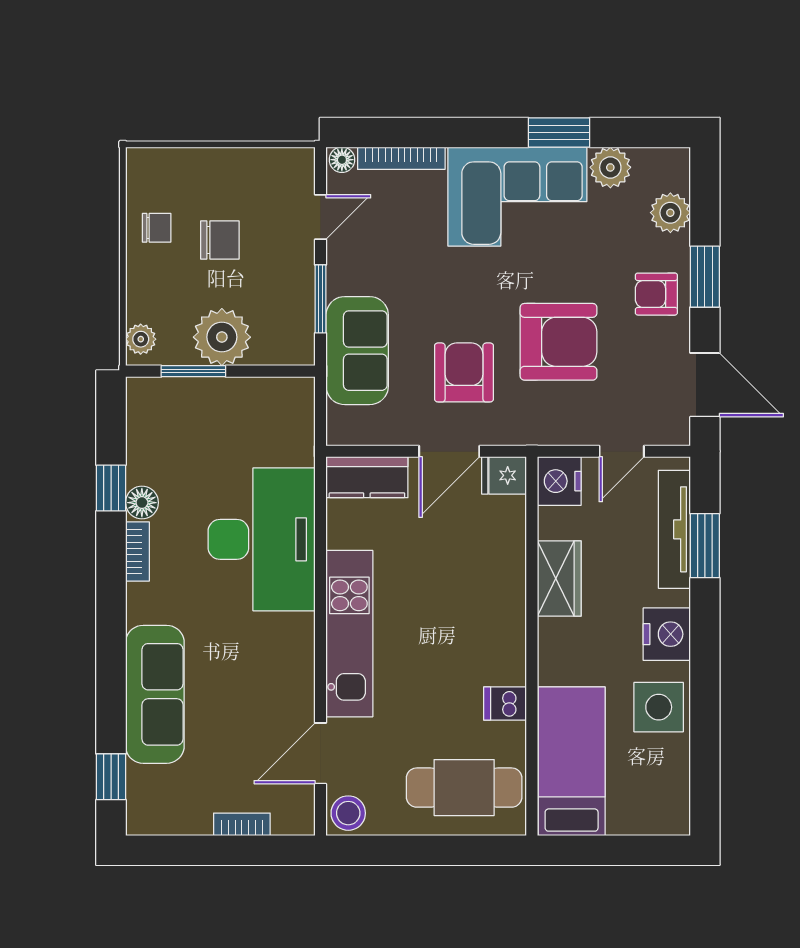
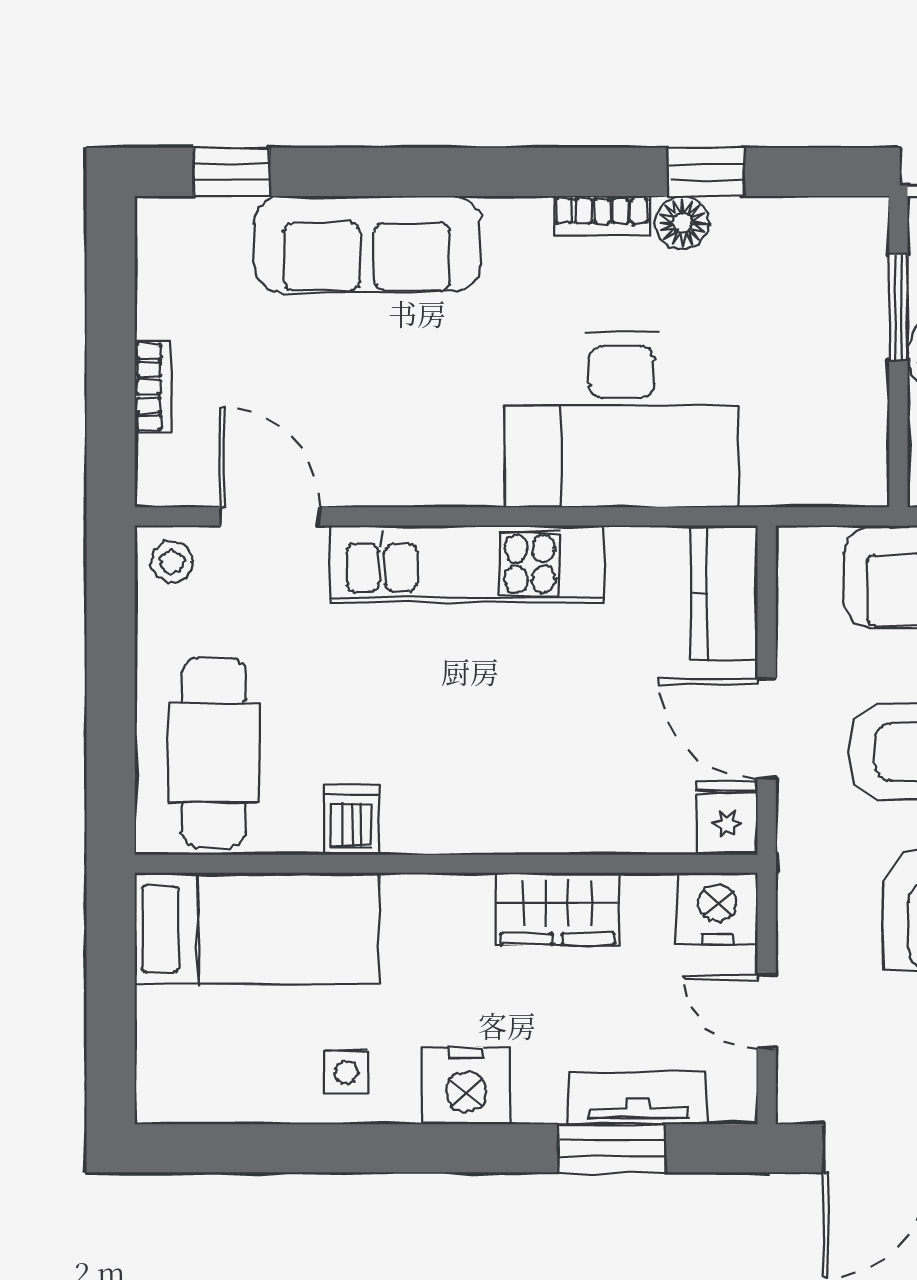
tv unit: (674, 529) -> (638, 1098), width x0.71
side table: (659, 707) -> (346, 1072), width x0.54, depth x0.54
stool: (348, 813) -> (172, 562), width x0.73, depth x0.73

